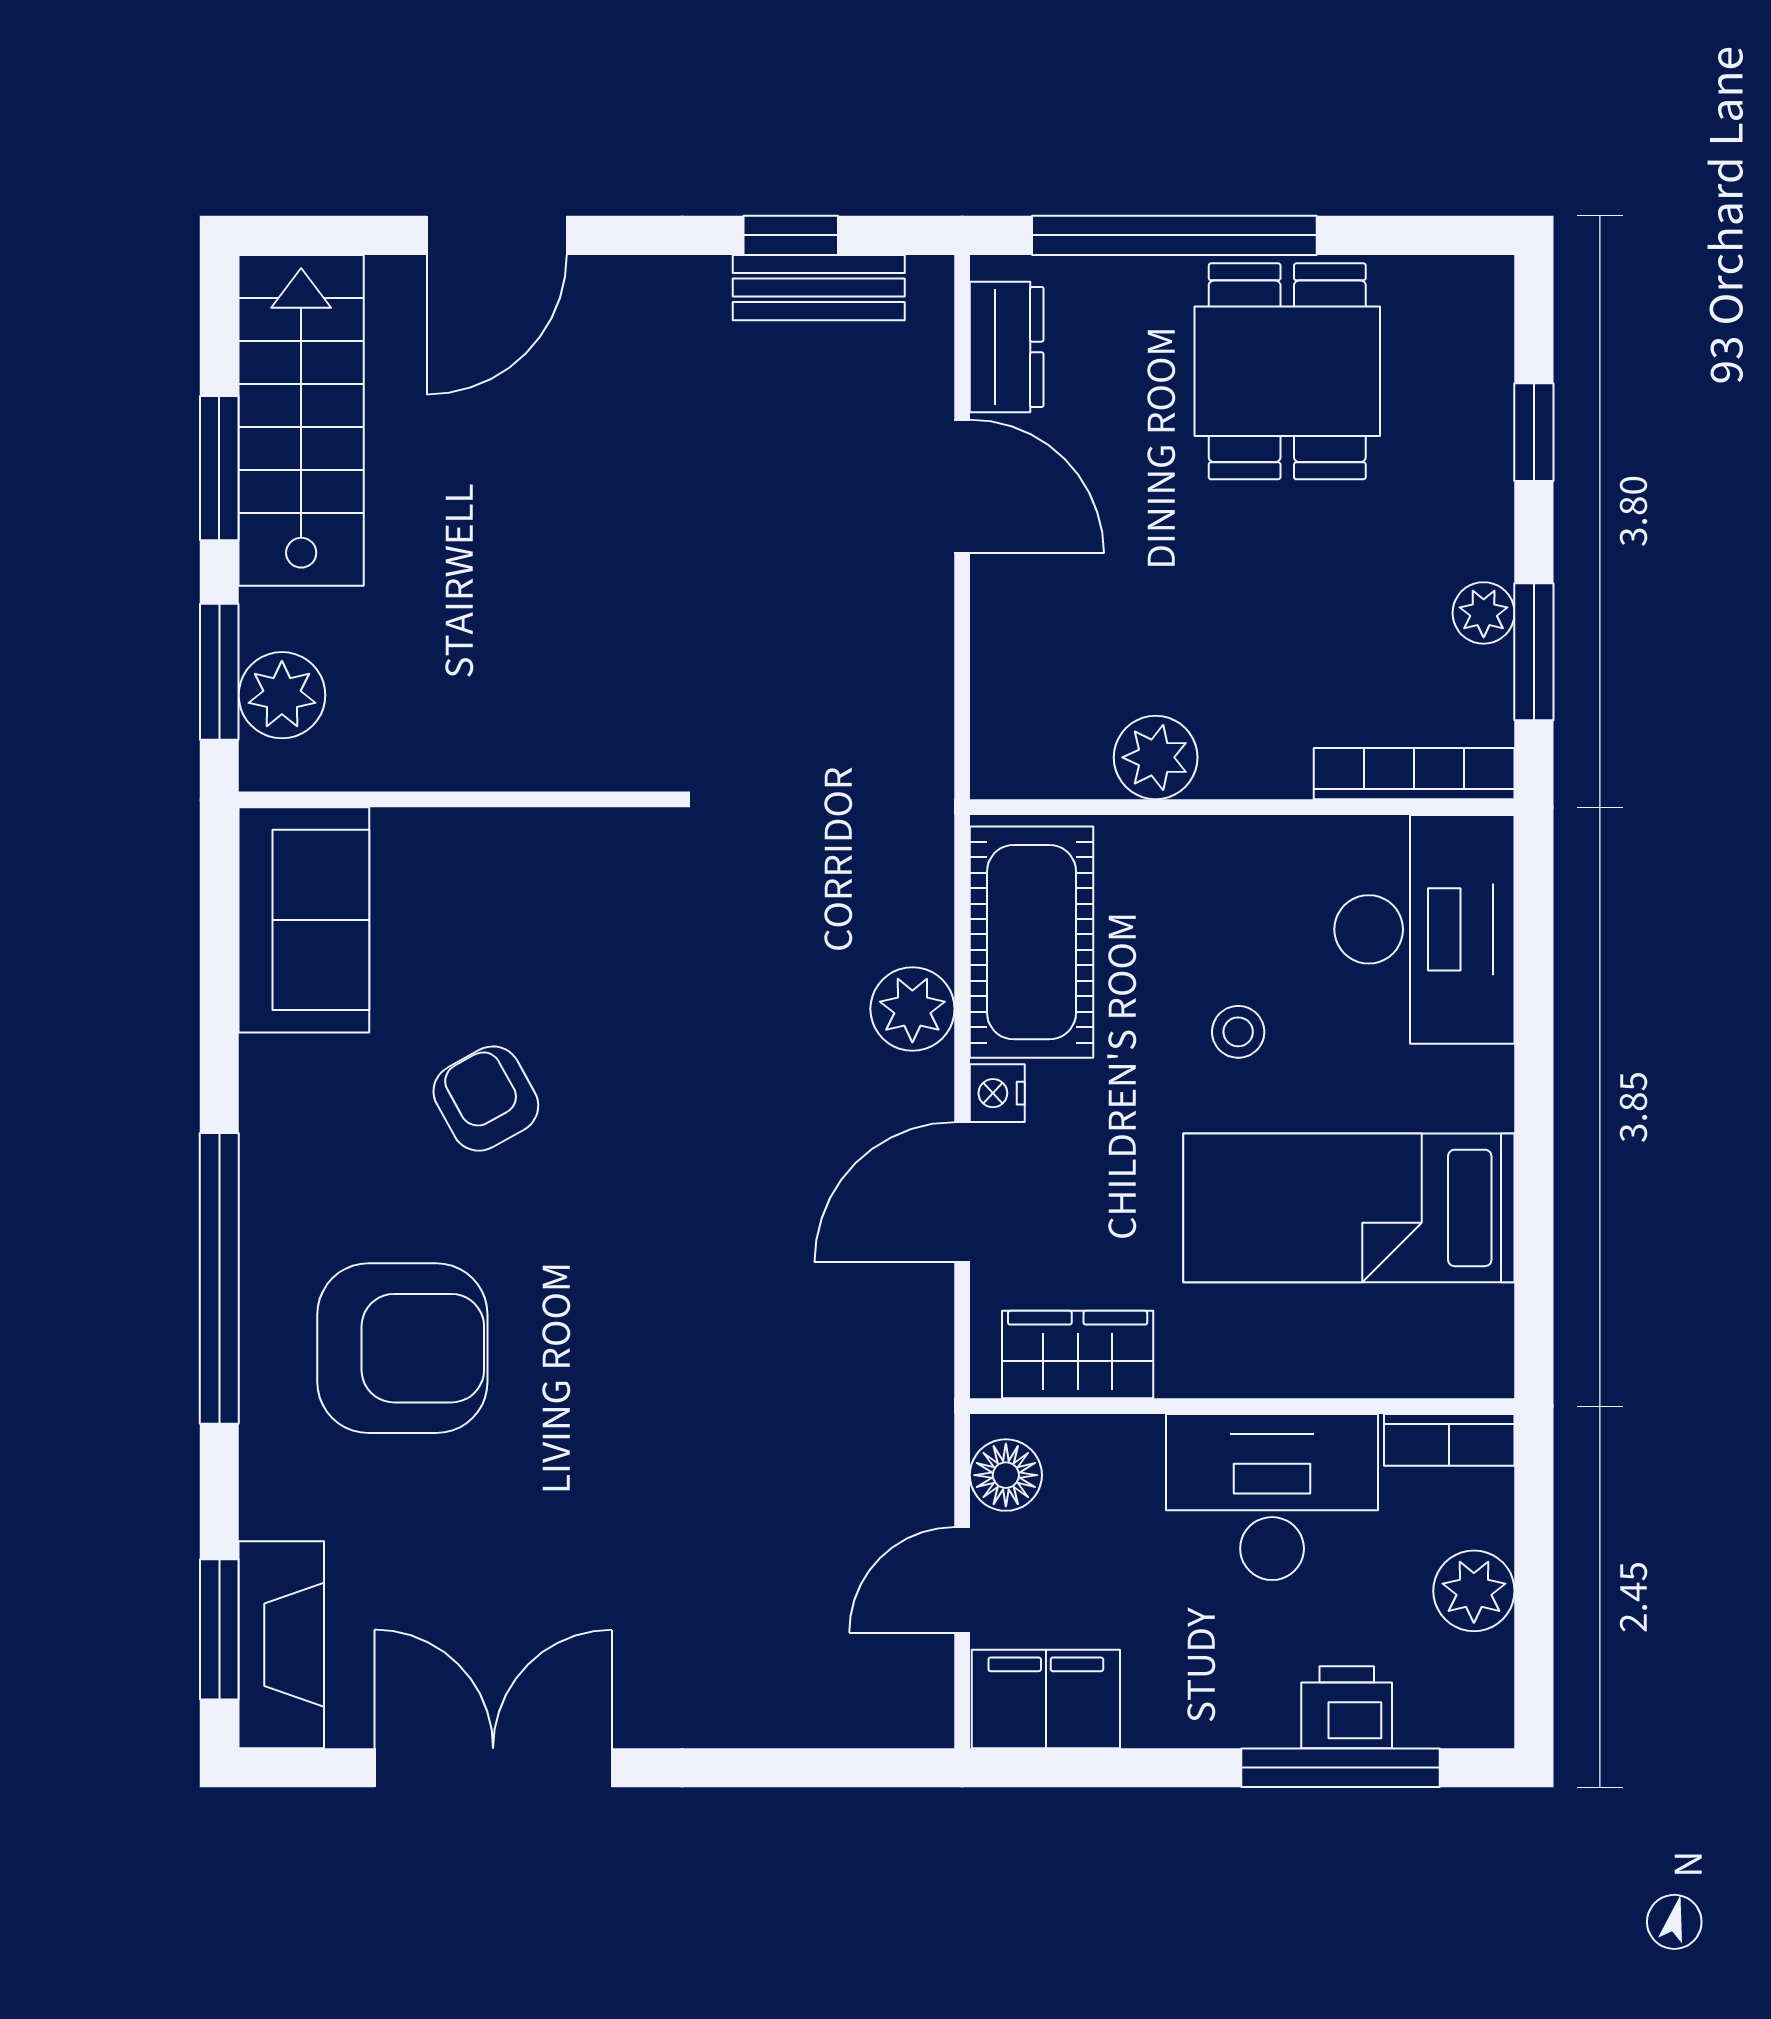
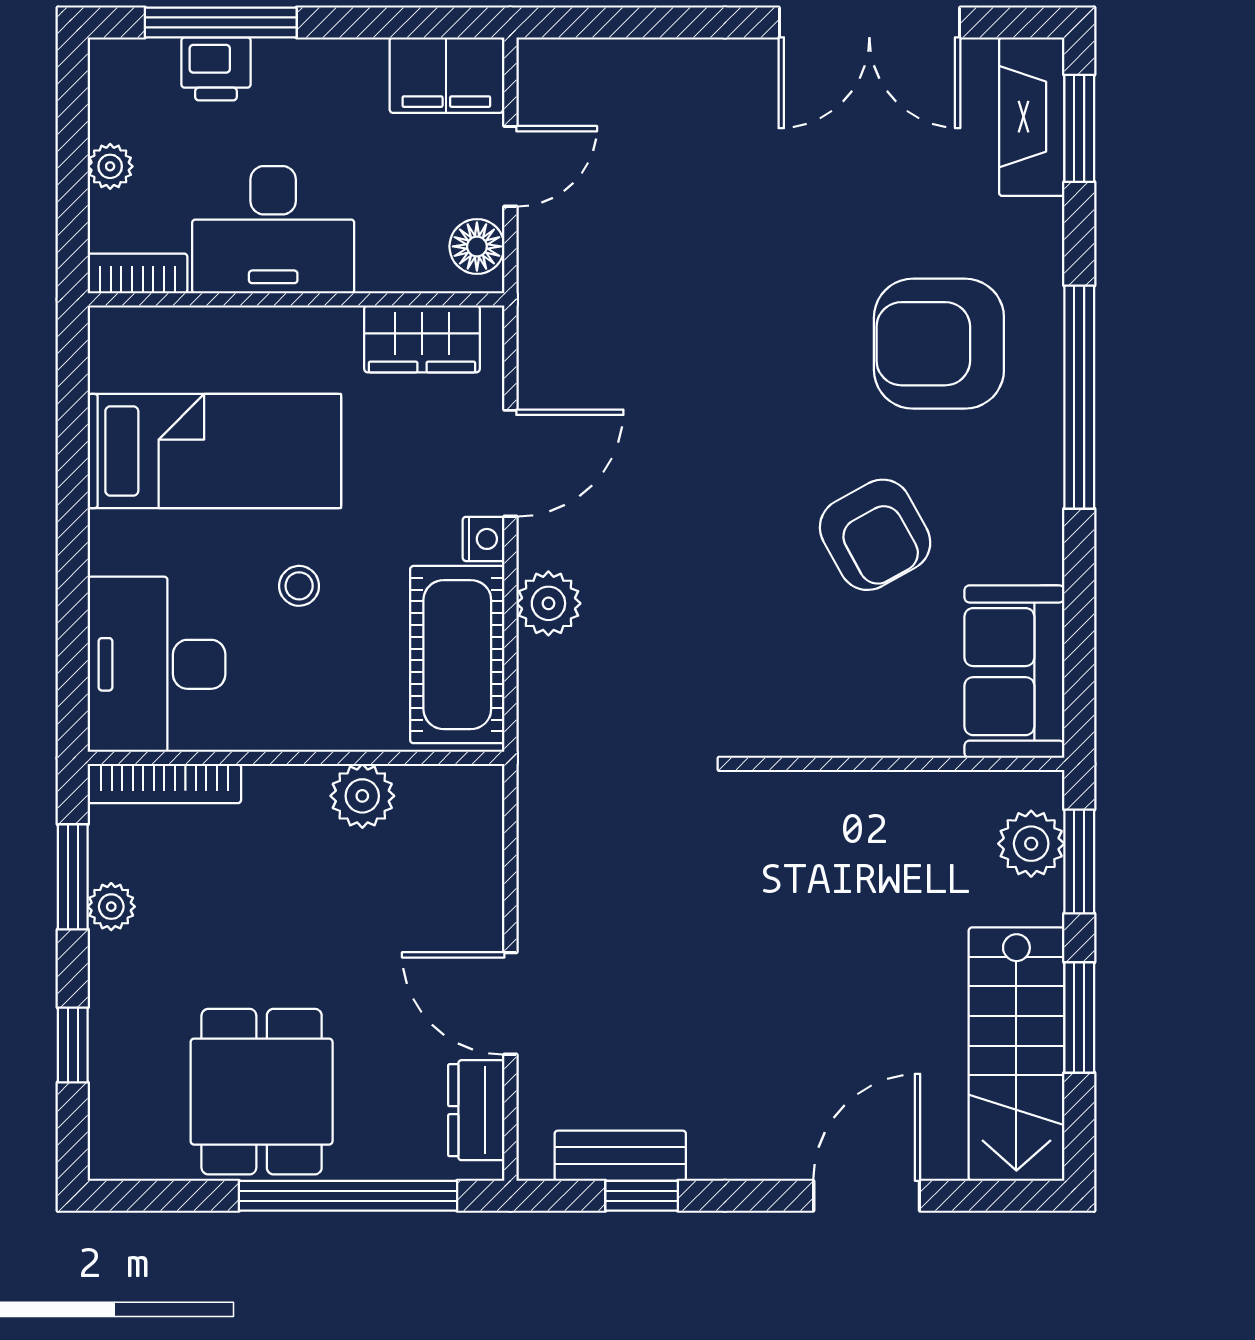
armchair: (486, 1099) -> (875, 535), width x1.38, depth x1.38
plant: (1474, 1591) -> (110, 166), width x0.73, depth x0.73

